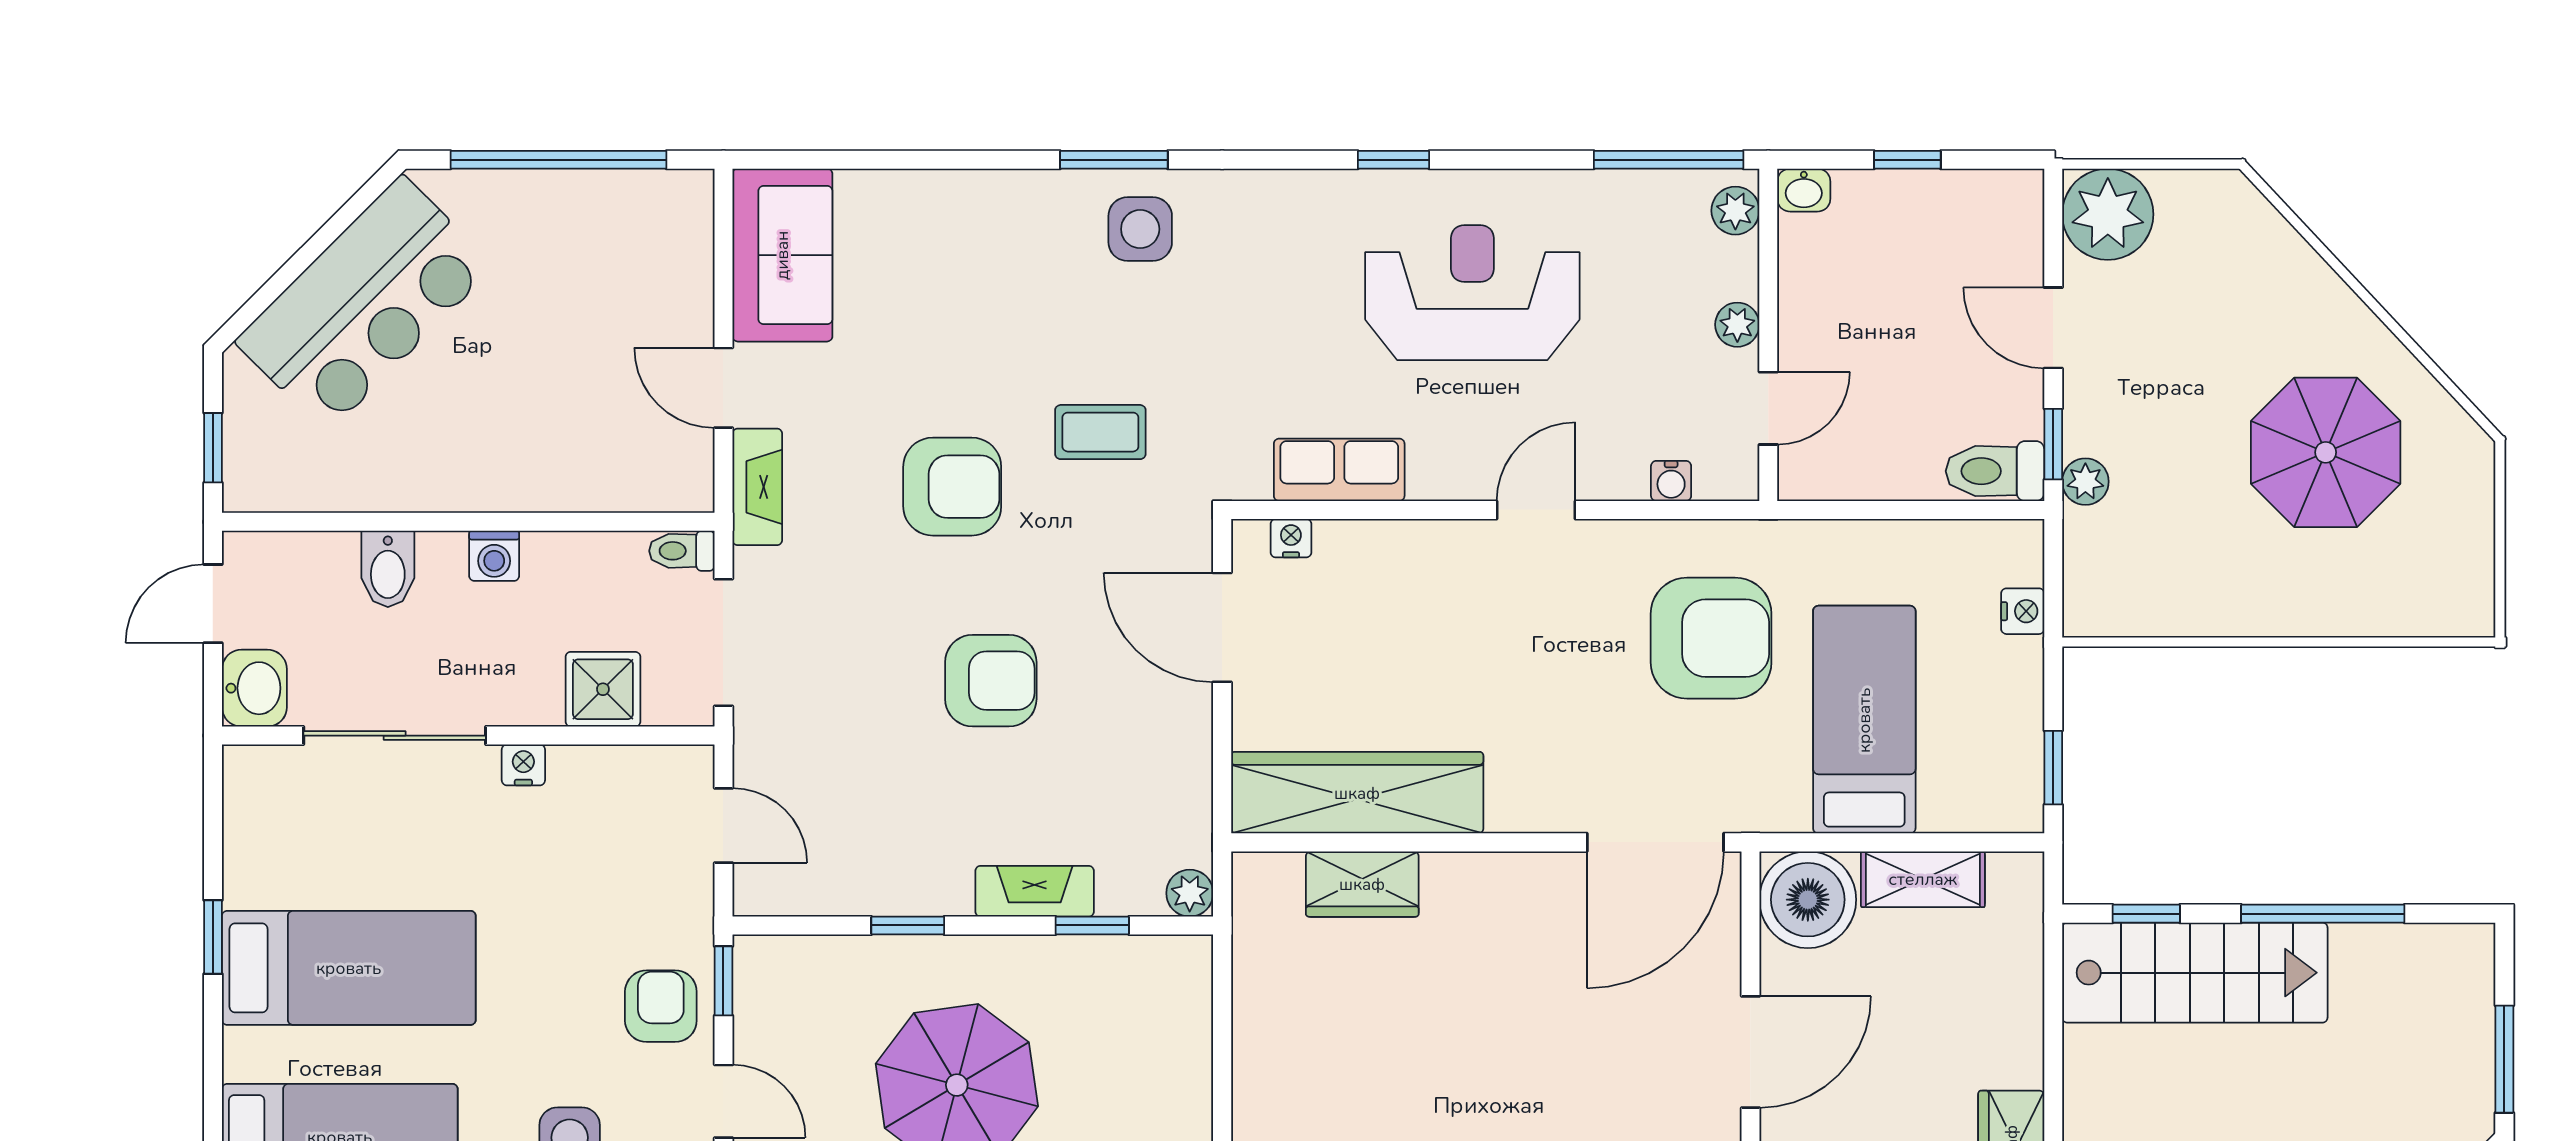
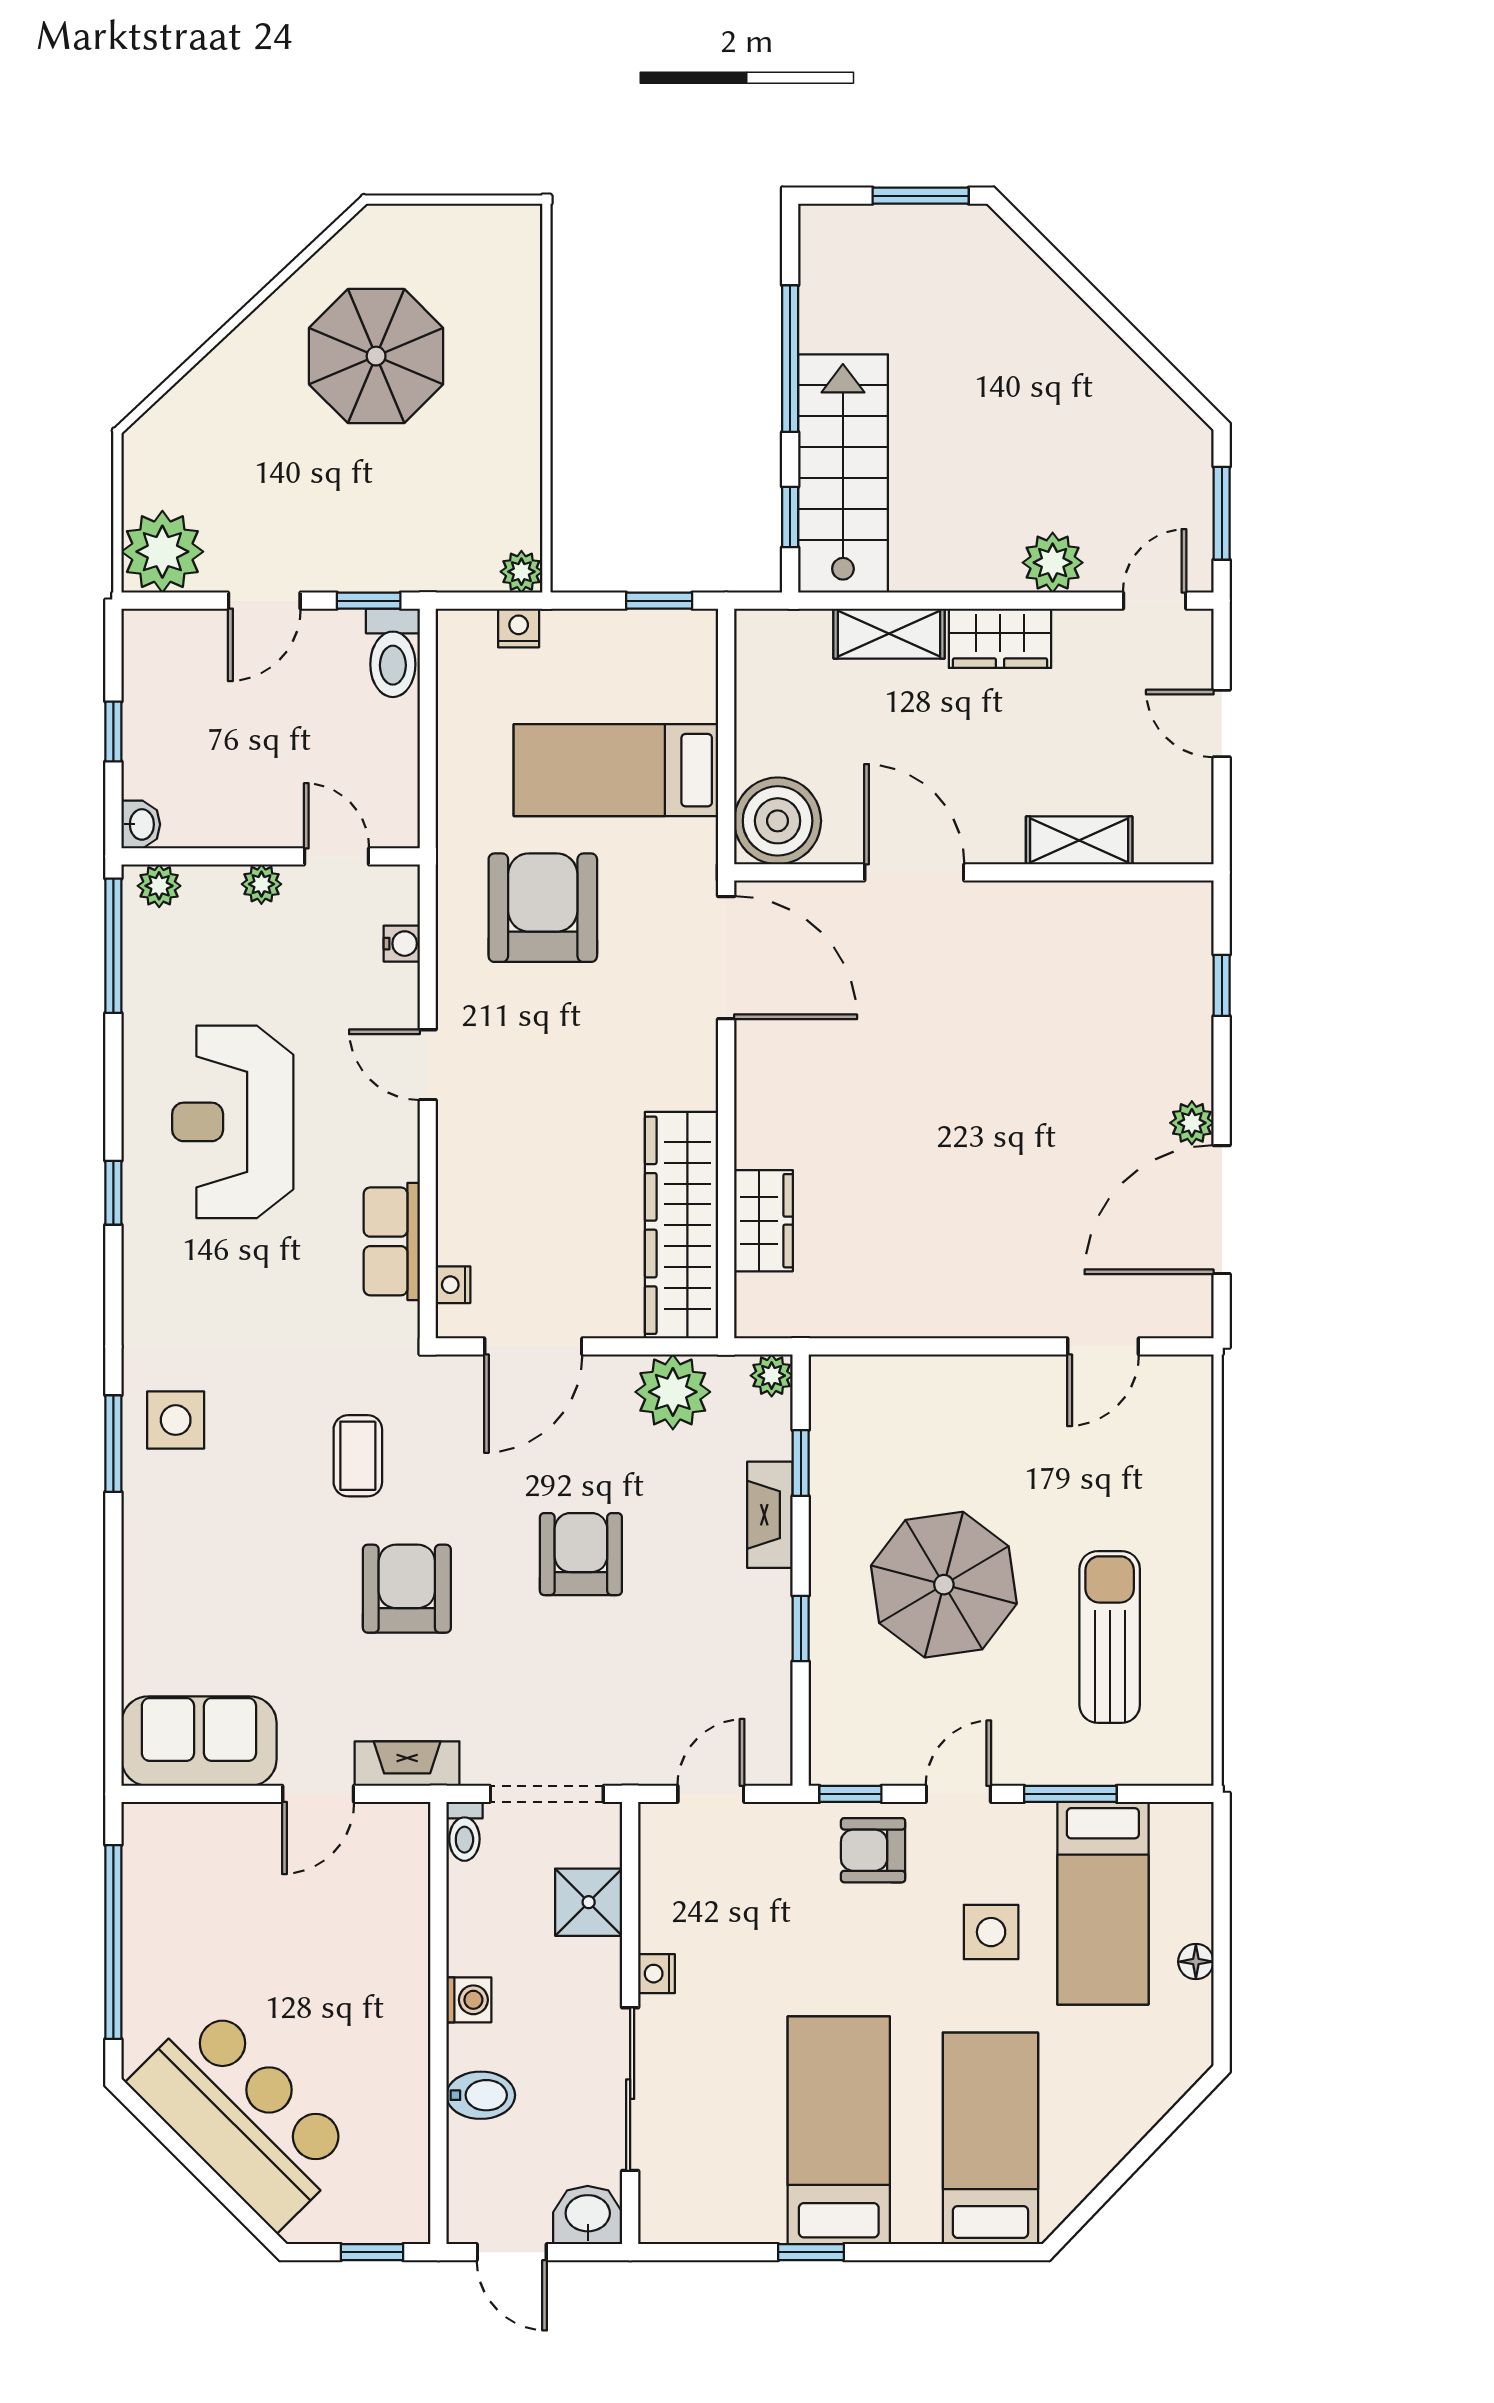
plant: (2085, 482) -> (521, 572), moved
plant: (1171, 783) -> (673, 1392), added
shelving: (1923, 879) -> (889, 634), moved, turned 90

